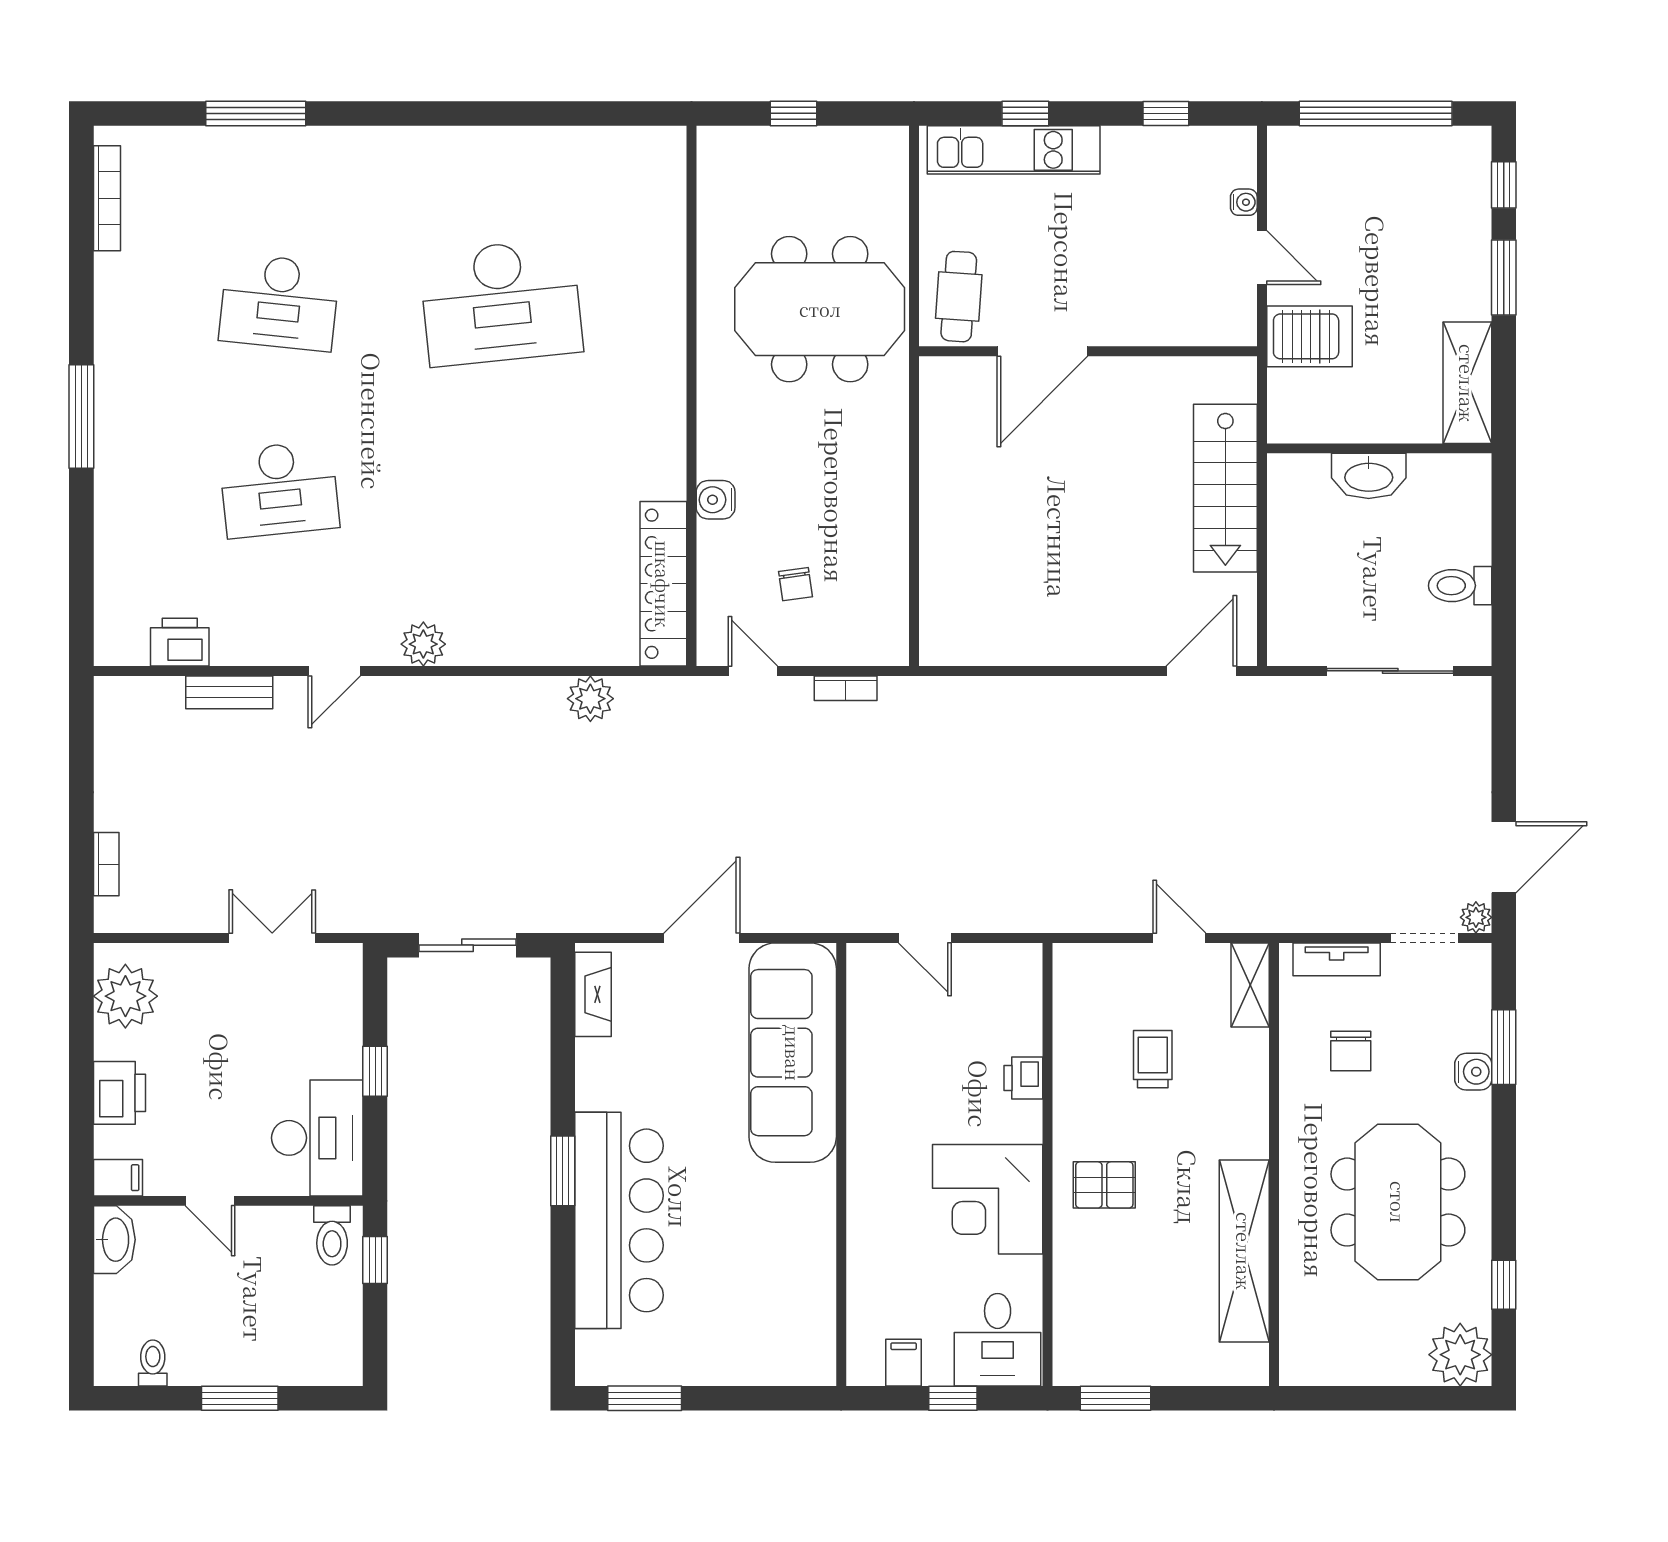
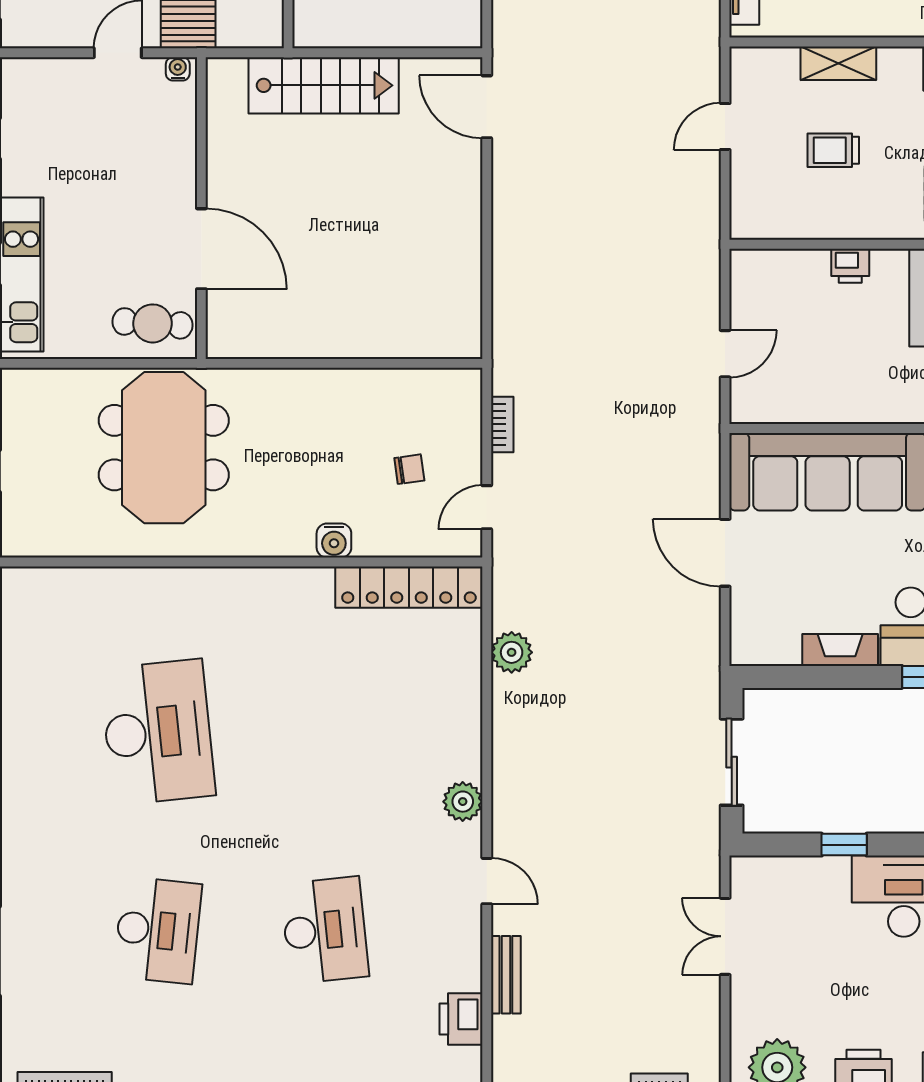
water cooler: (1244, 202) -> (178, 69), moved
shelving: (1250, 985) -> (838, 63), moved
fireplace: (593, 994) -> (840, 650), moved

